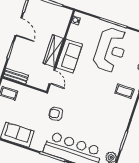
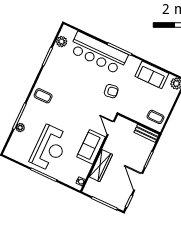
reception desk: (111, 50) -> (50, 148), turned 180
wardrobe: (53, 51) -> (101, 166), moved
coffee table: (124, 91) -> (43, 96), moved

